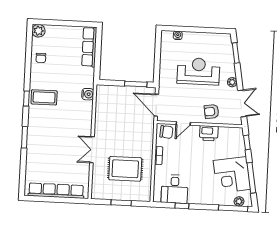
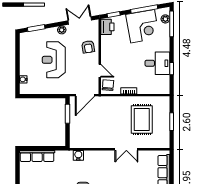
printer: (209, 133) -> (107, 27), moved
desk: (175, 189) -> (157, 63), moved

